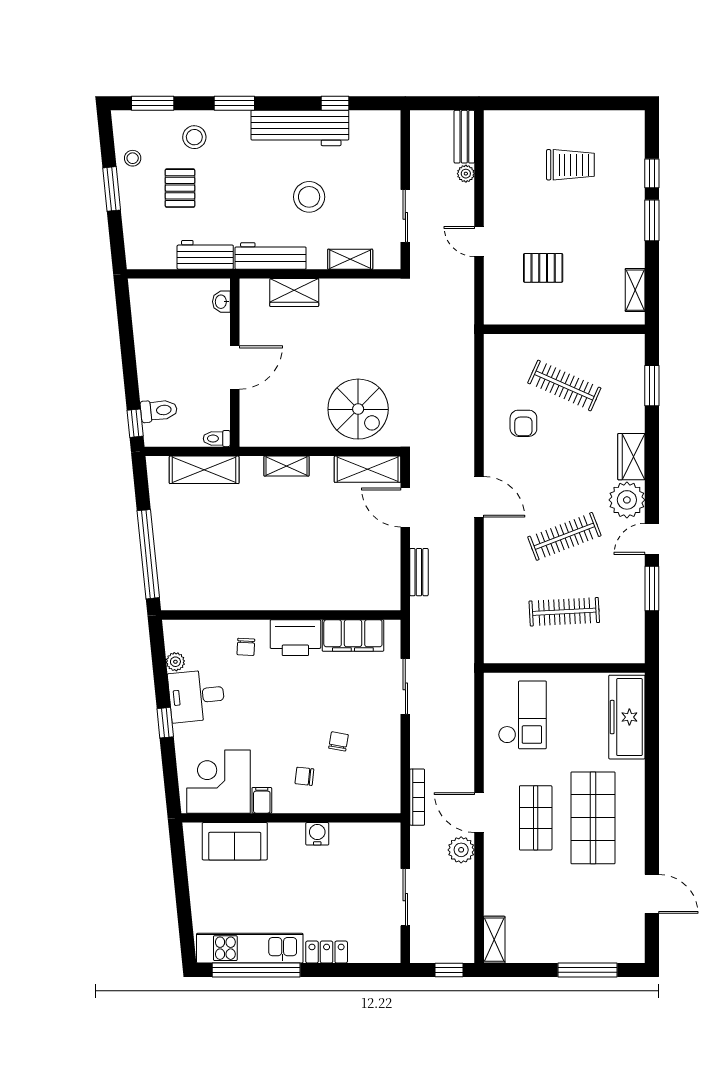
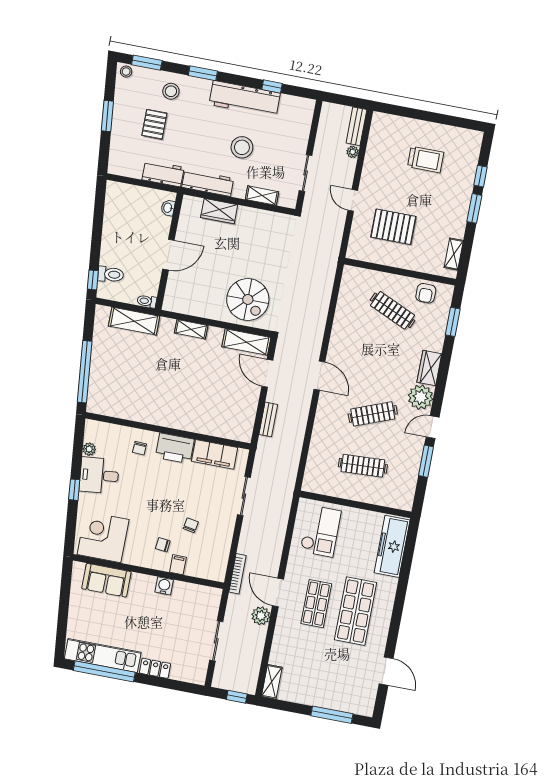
stool: (133, 158) -> (126, 72), moved
pallet: (543, 268) -> (393, 227), width x1.50, depth x1.42
armchair: (523, 423) -> (426, 293), moved
filing cabinet: (262, 800) -> (178, 565), moved

